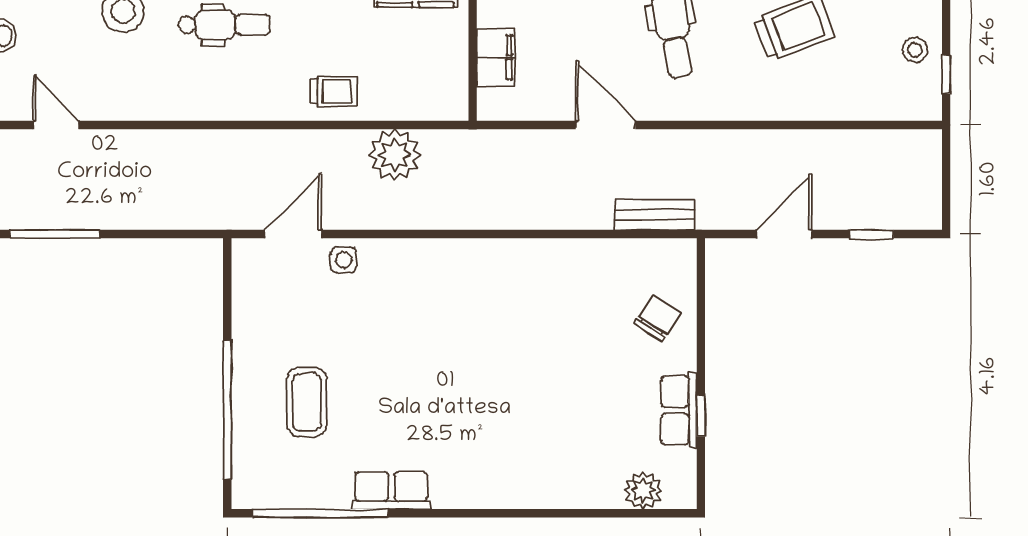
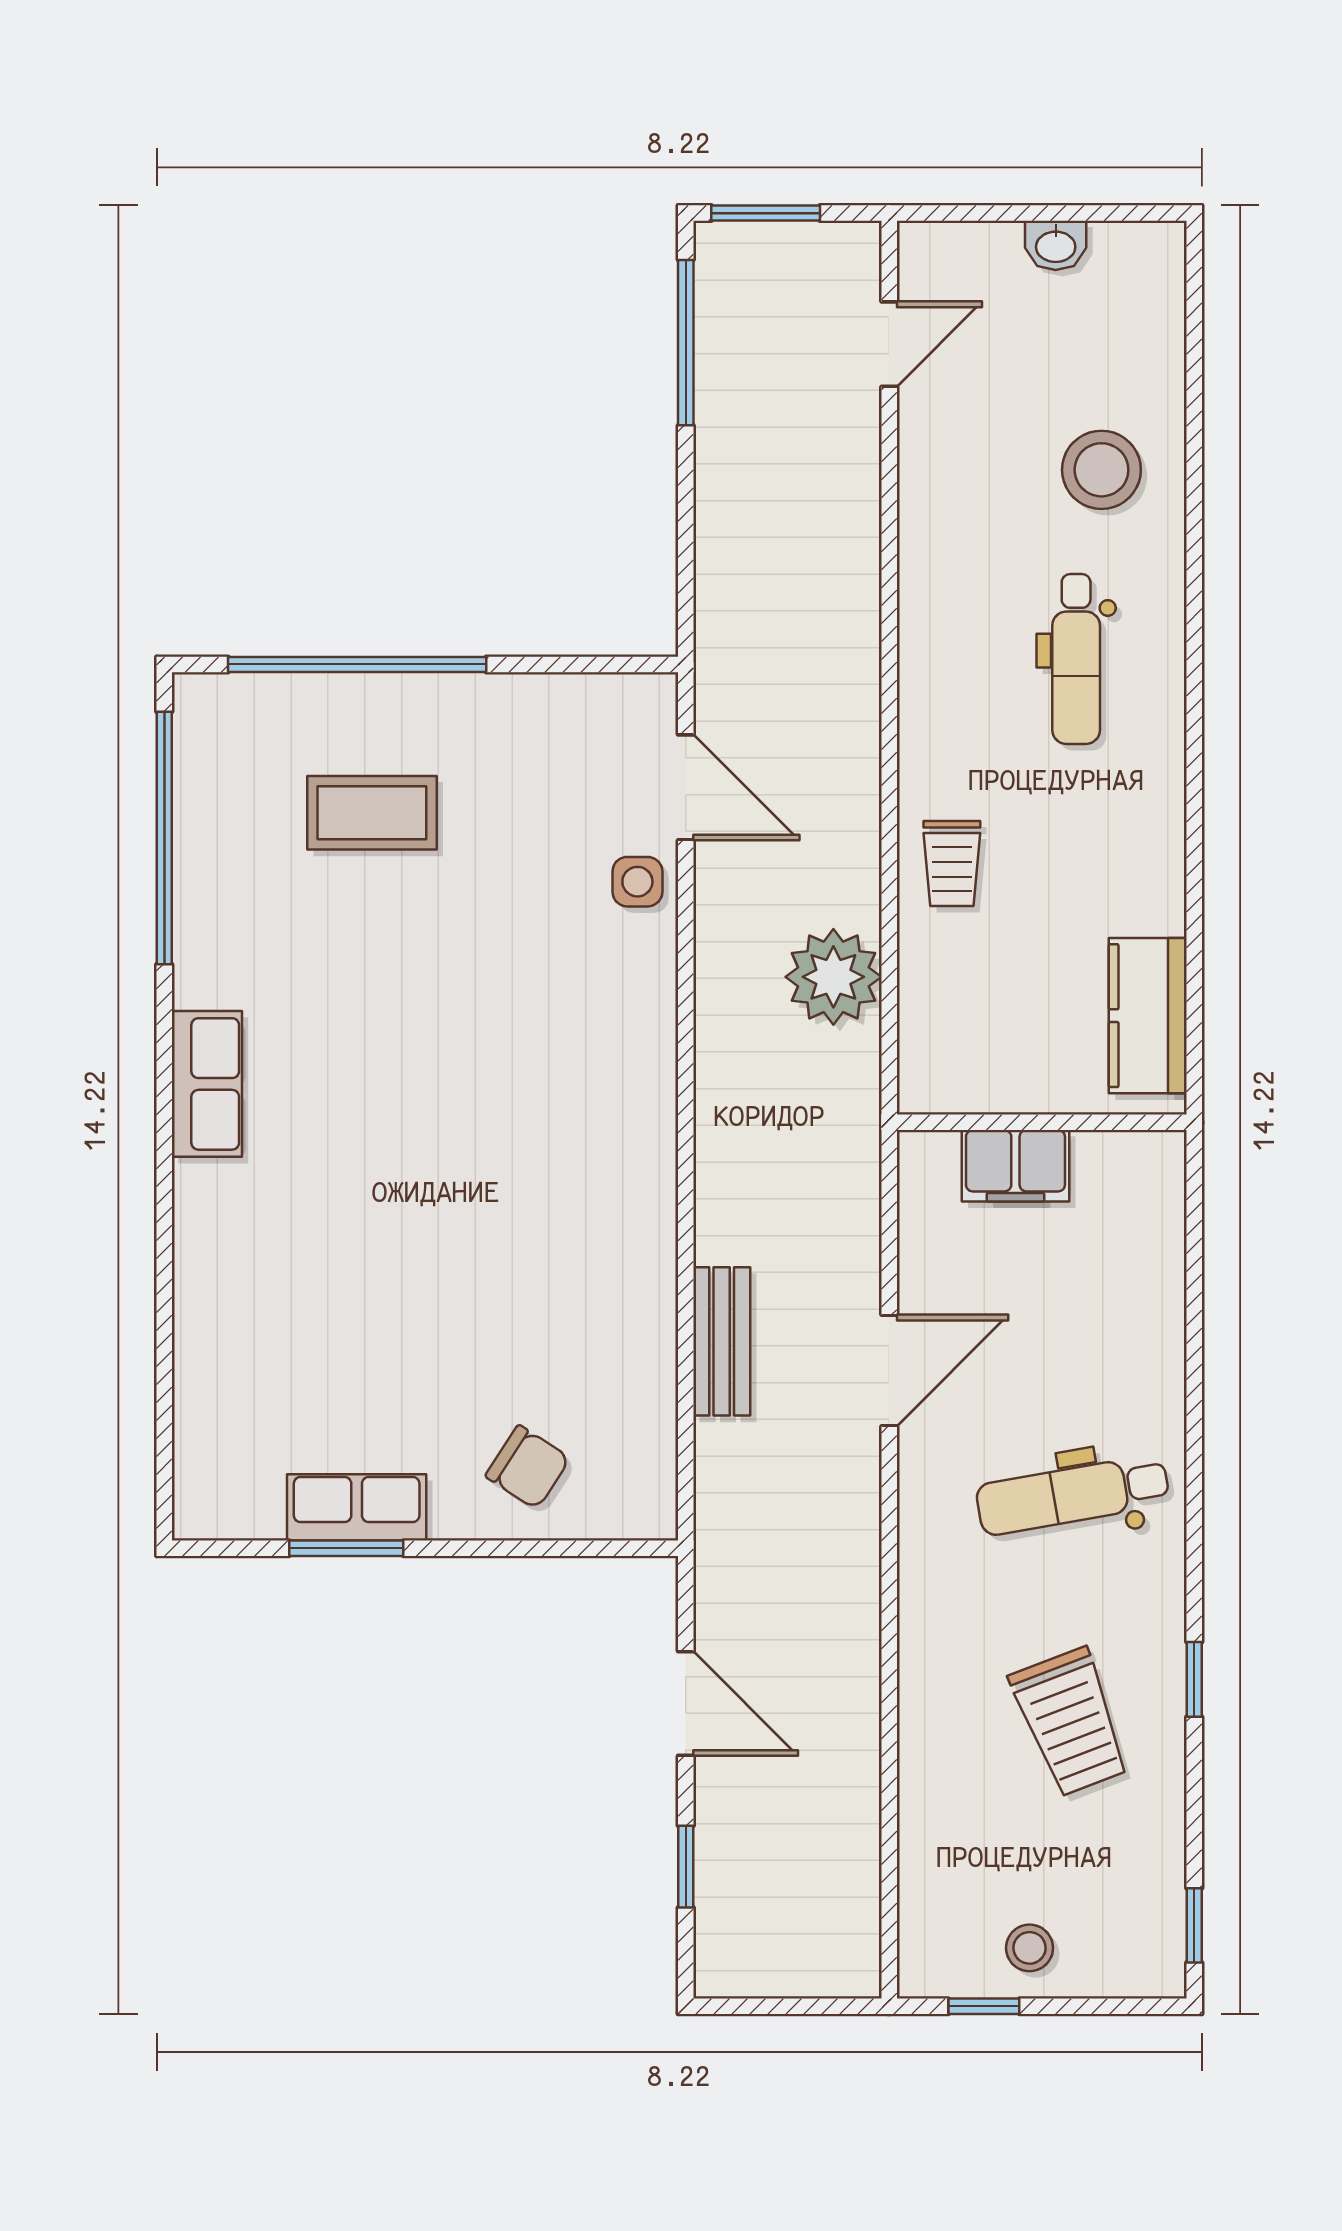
bench: (655, 215) -> (722, 1341), moved
window: (701, 416) -> (346, 1548), width x1.50
plant: (643, 490) -> (207, 1441), removed
row of seats: (391, 491) -> (207, 1084), moved

